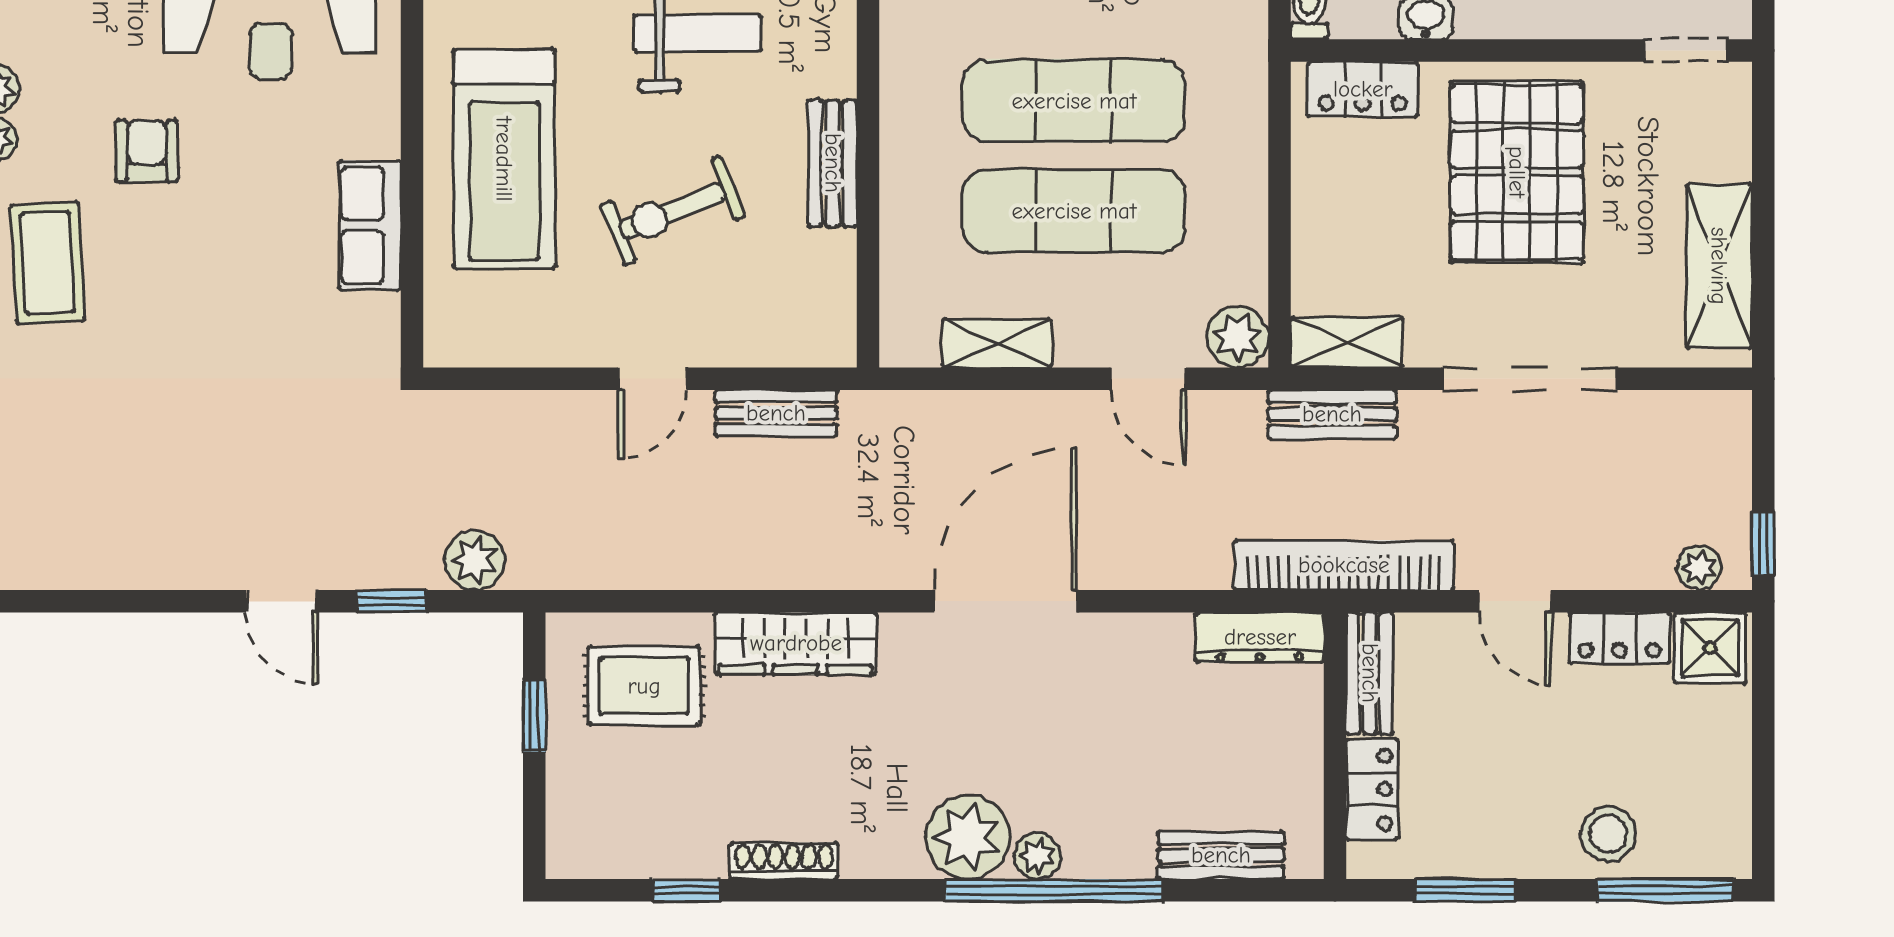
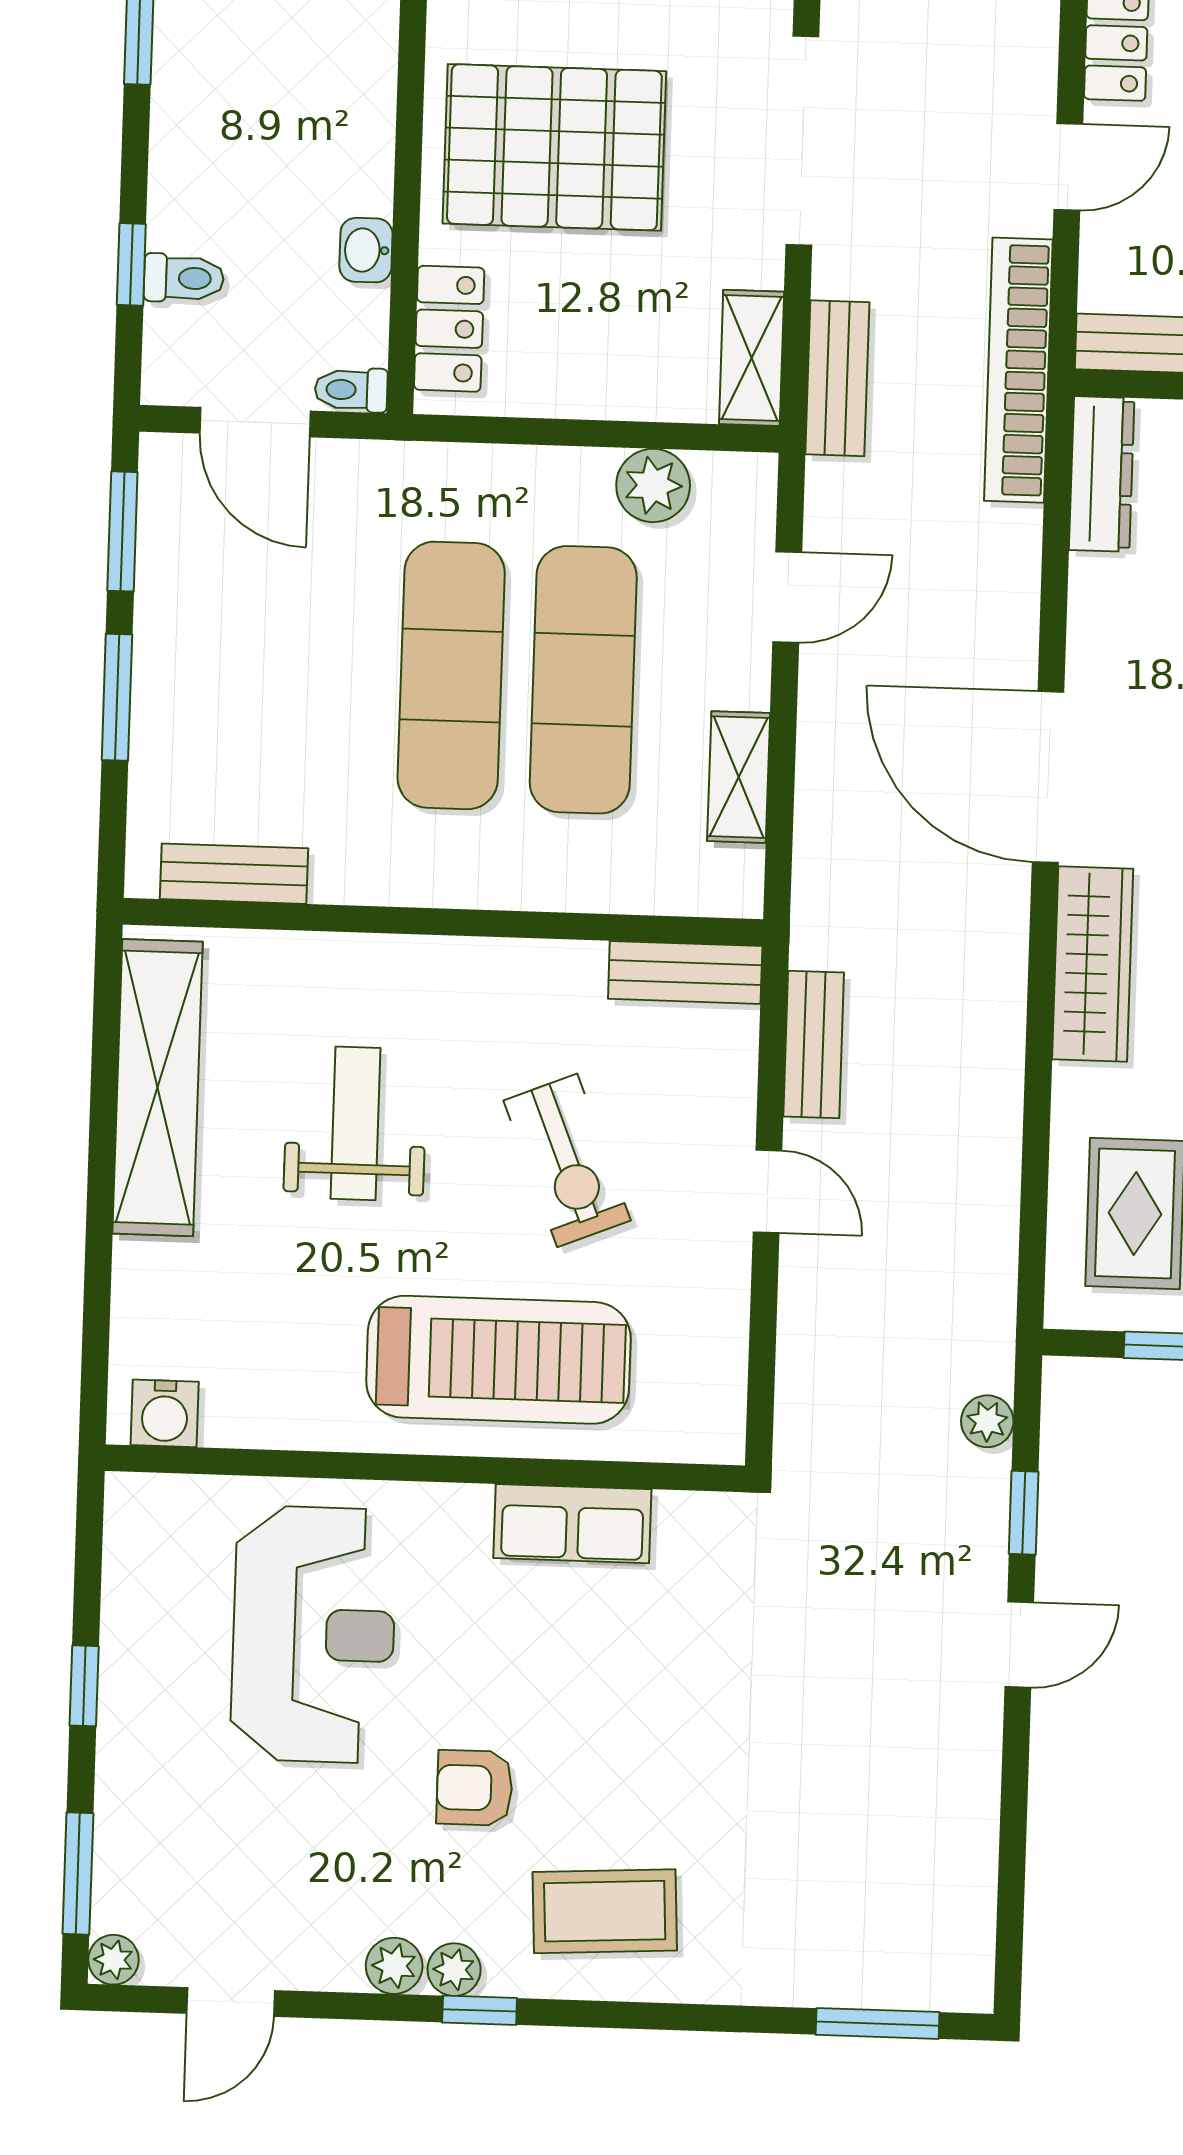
bench: (833, 163) -> (685, 972), moved
plant: (1238, 337) -> (653, 485), moved
plant: (475, 560) -> (987, 1421), width x0.73, depth x0.73
wardrobe: (796, 643) -> (1093, 964), moved

